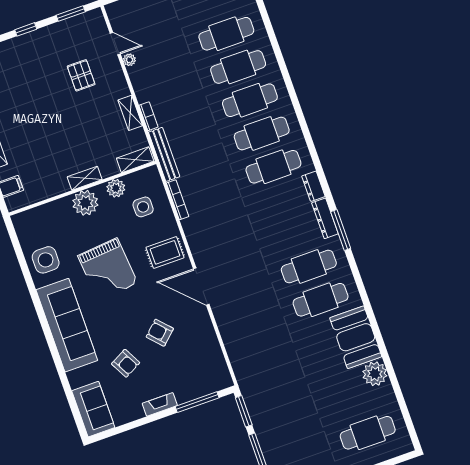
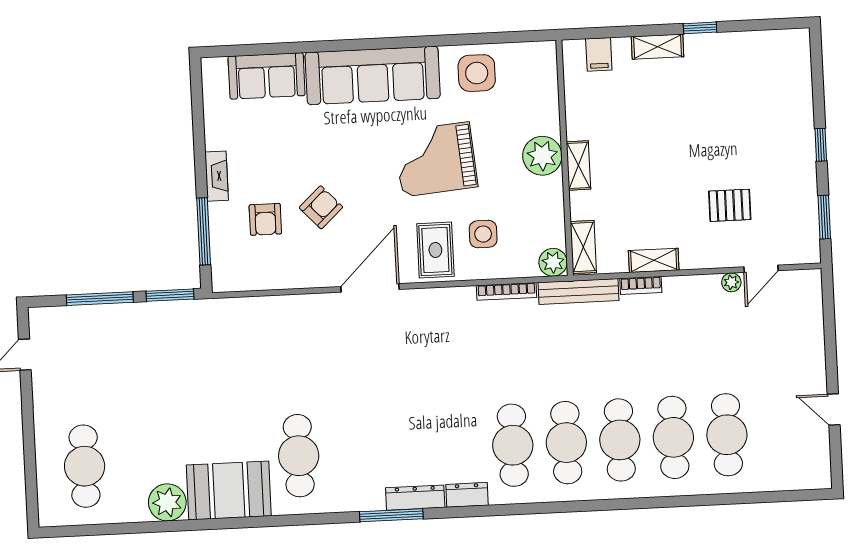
plant: (116, 188) -> (553, 262), moved
side table: (143, 207) -> (483, 234), moved
cafe table: (309, 266) -> (352, 453), removed
armchair: (126, 363) -> (265, 219), moved, turned -62
sofa: (93, 409) -> (267, 76), moved

